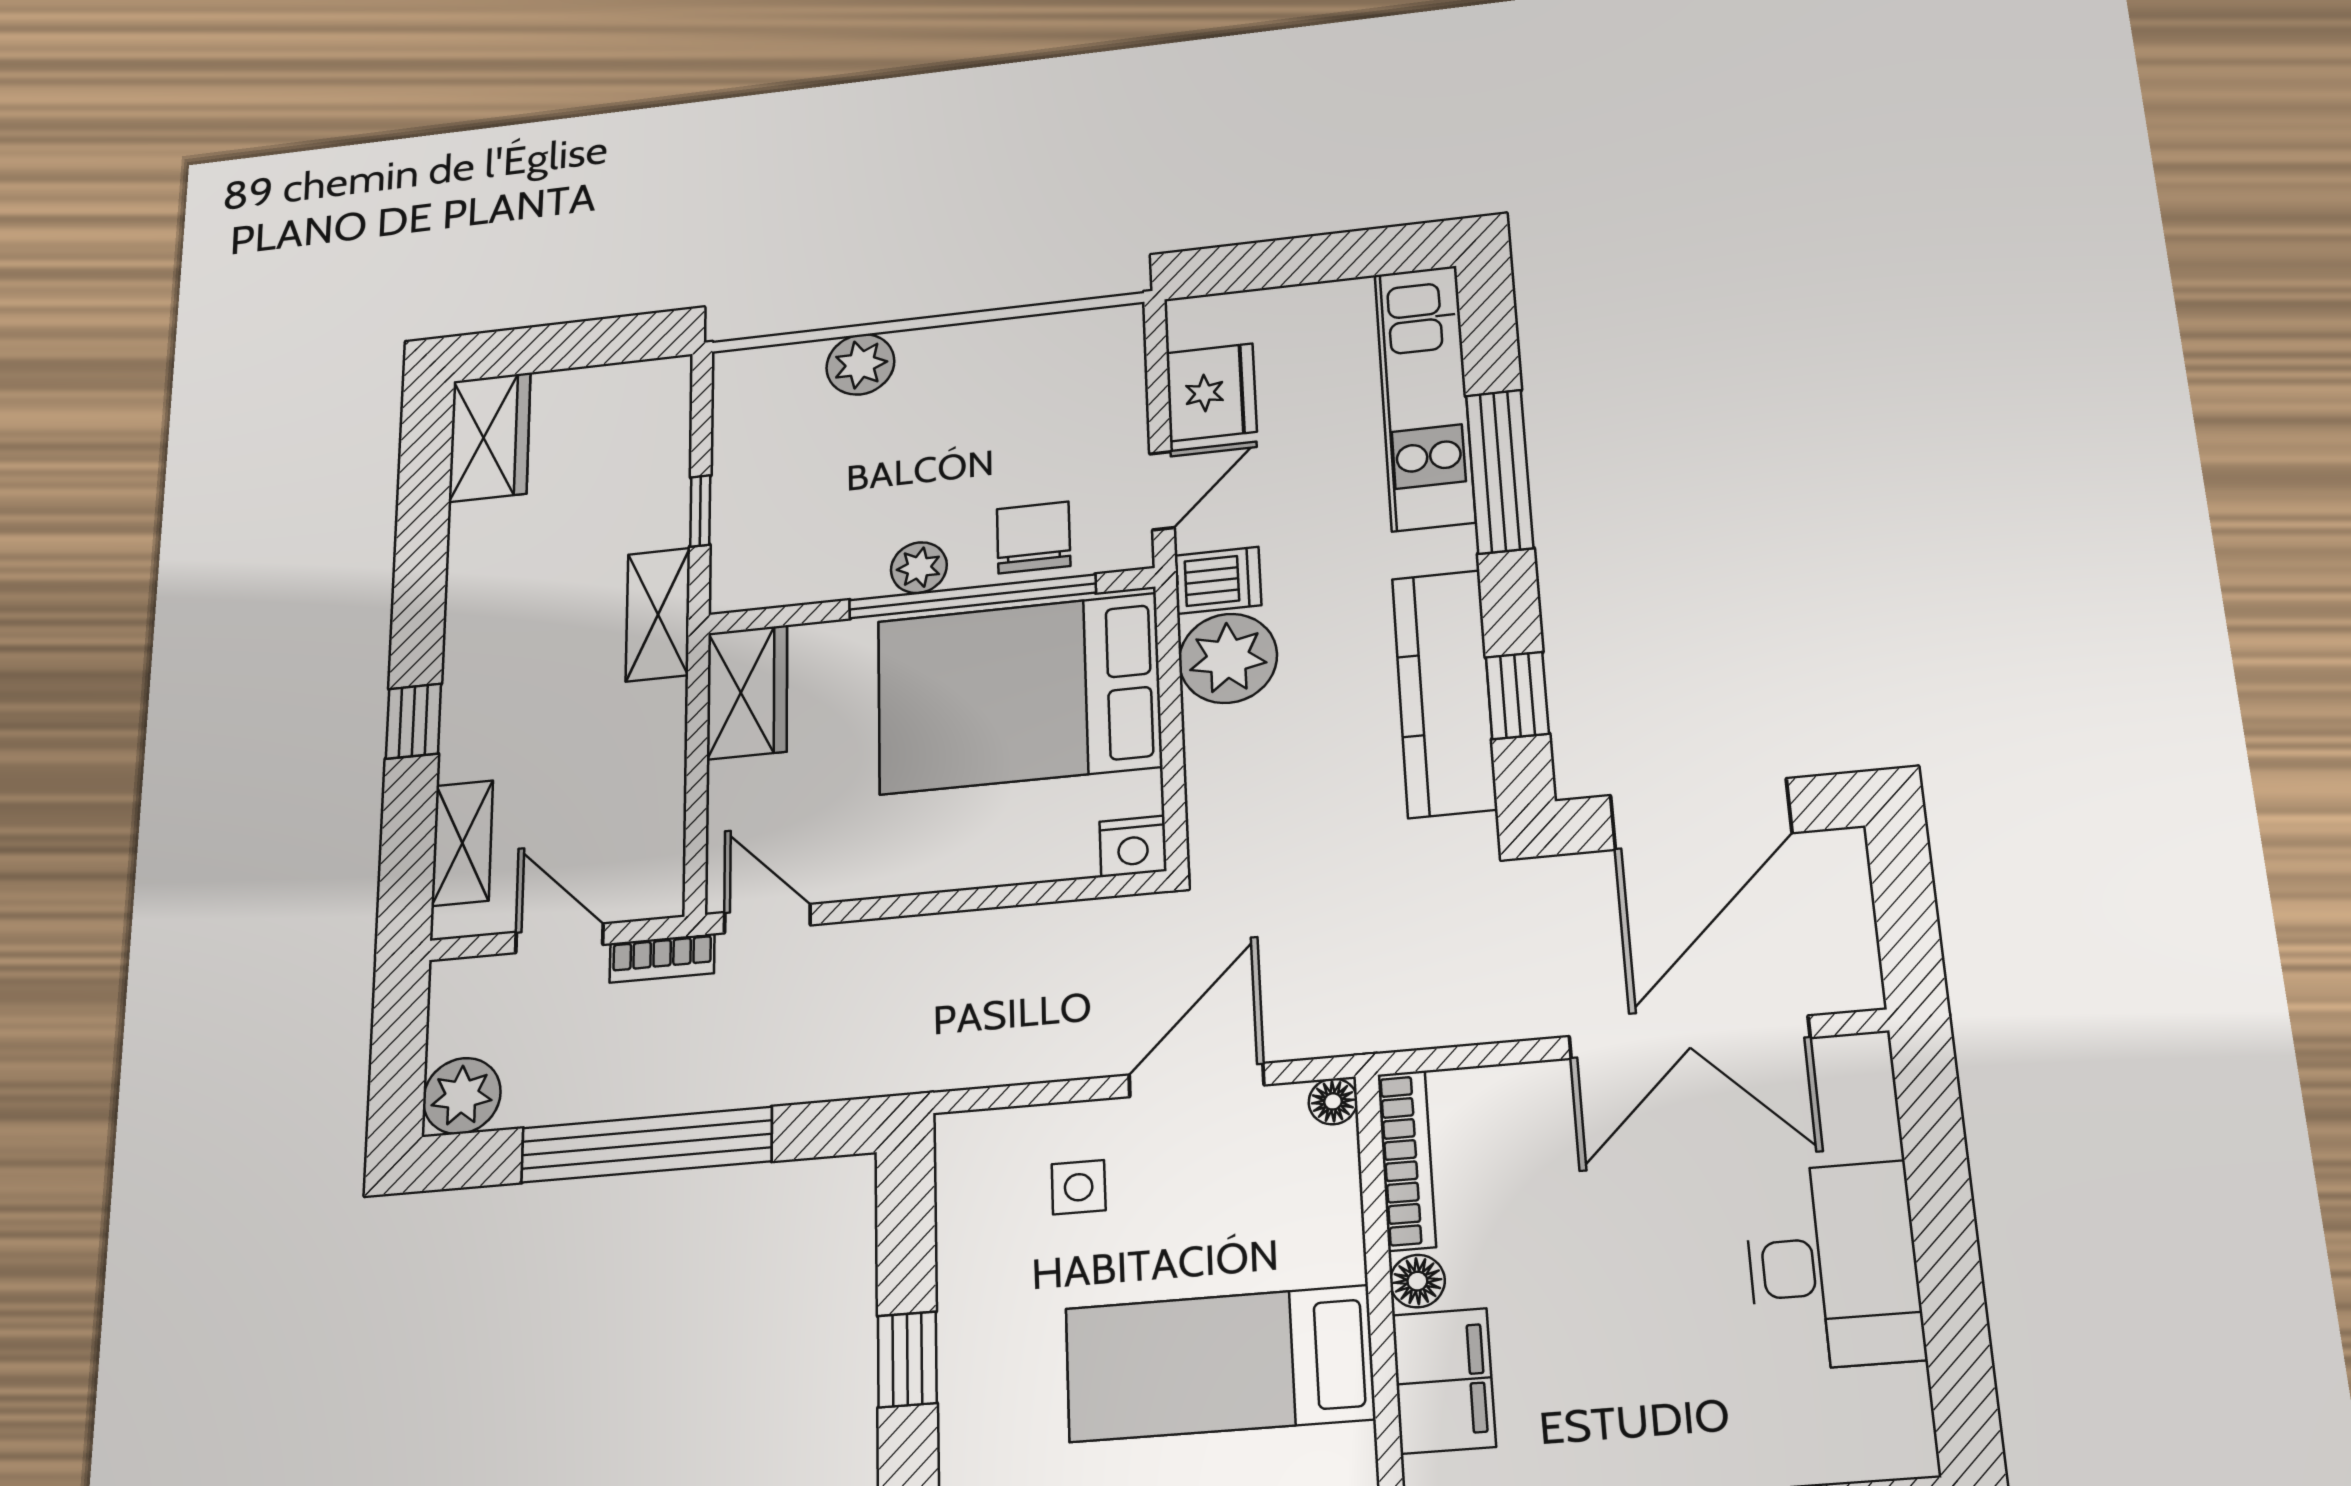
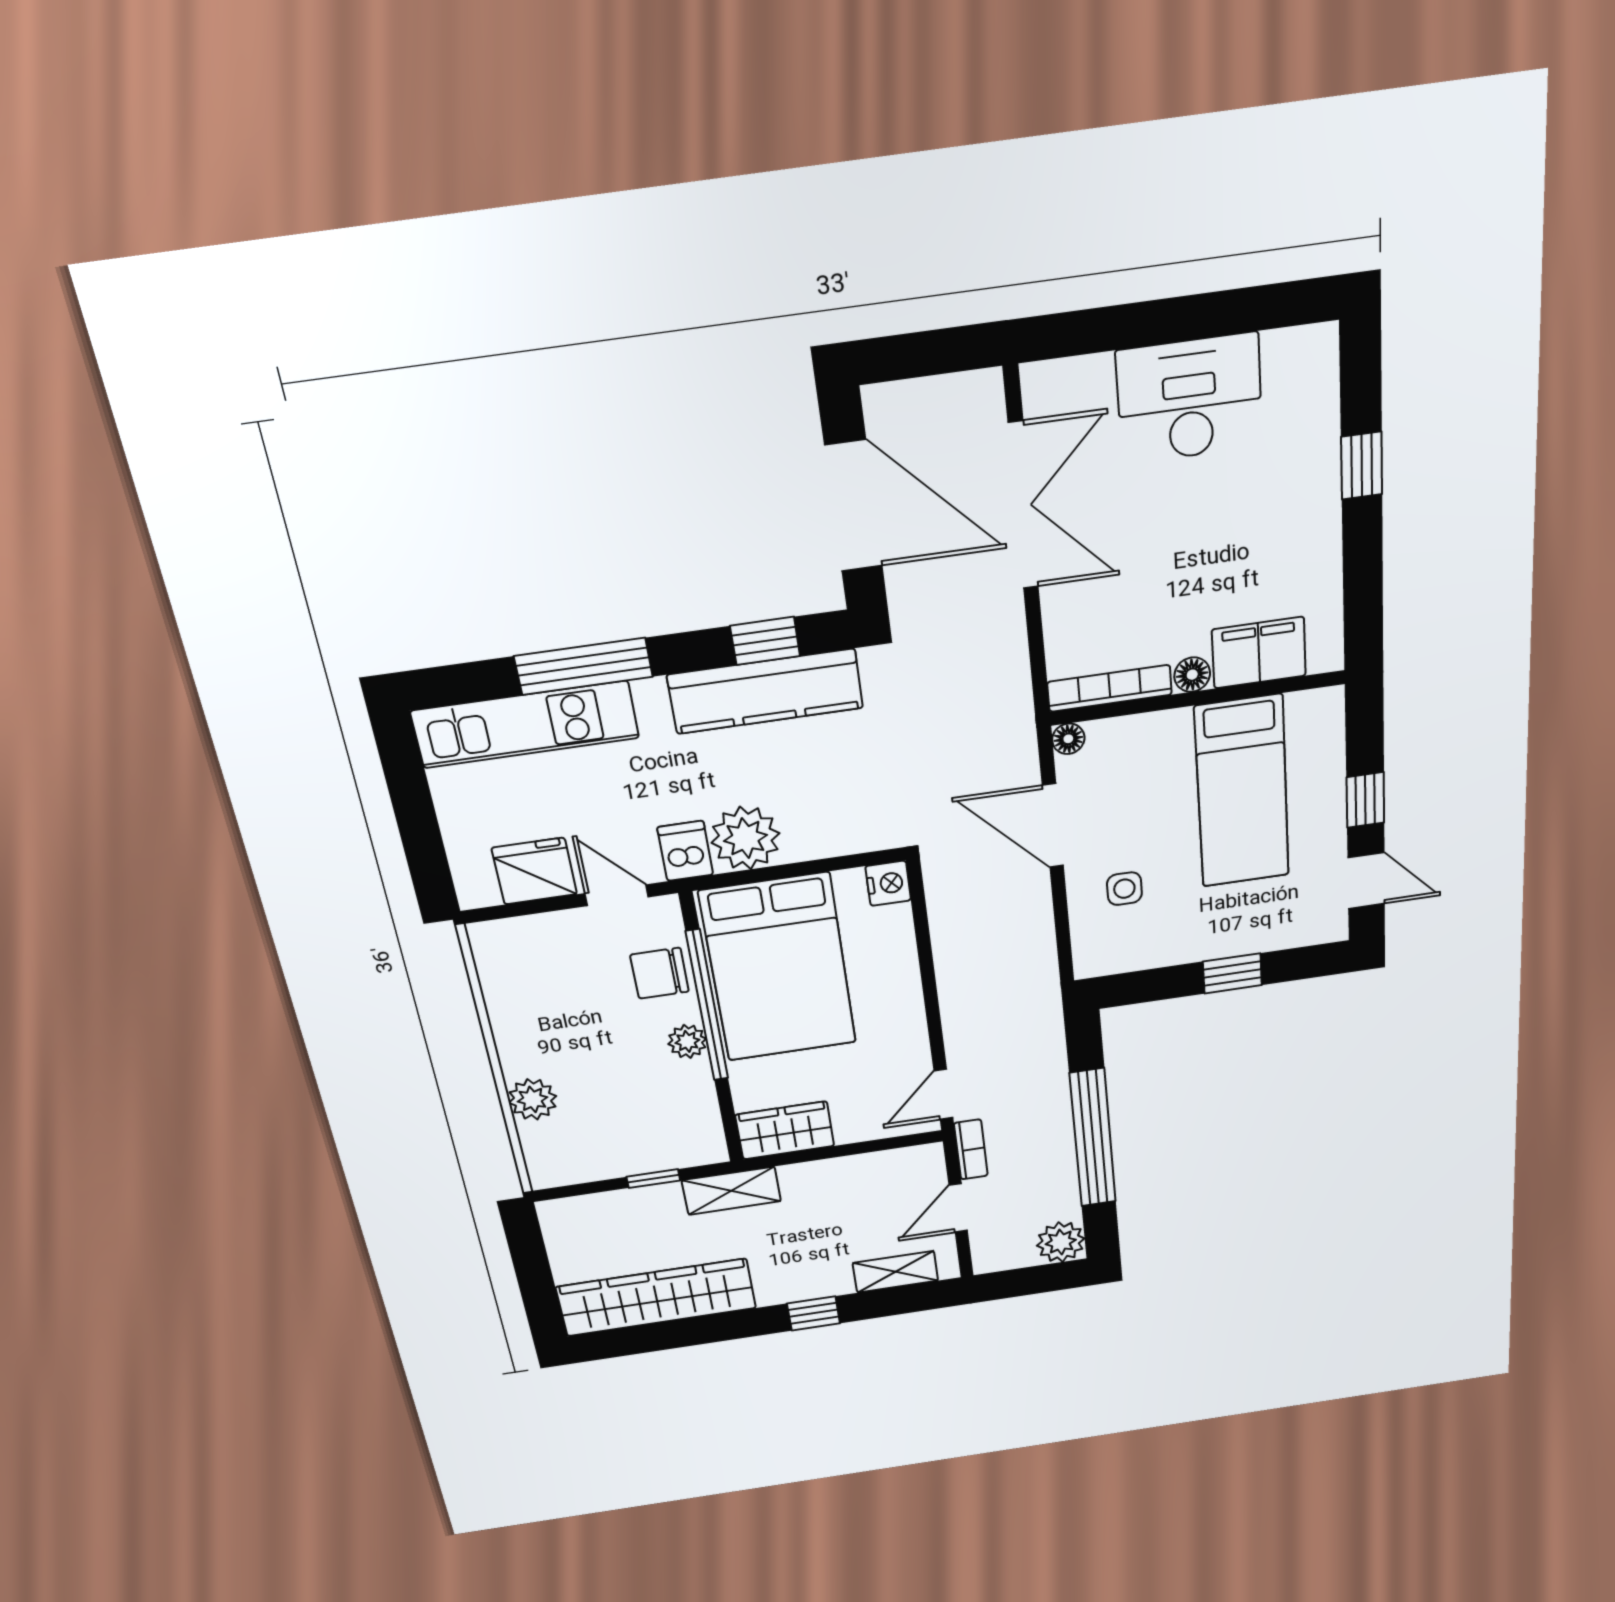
wardrobe: (490, 437) -> (656, 1298), width x2.10, depth x1.17

